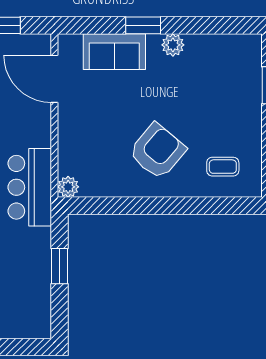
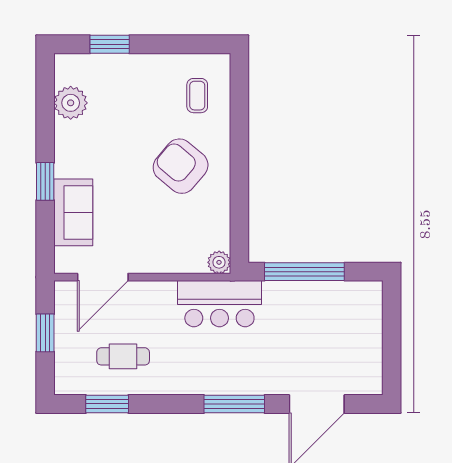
plant: (173, 45) -> (71, 103), moved, width x1.36, depth x1.36
window: (59, 266) -> (304, 272), width x2.11

